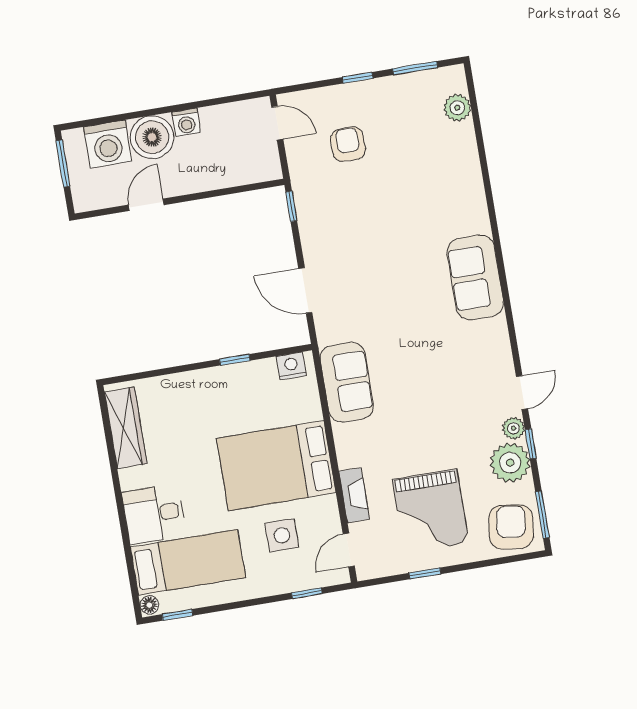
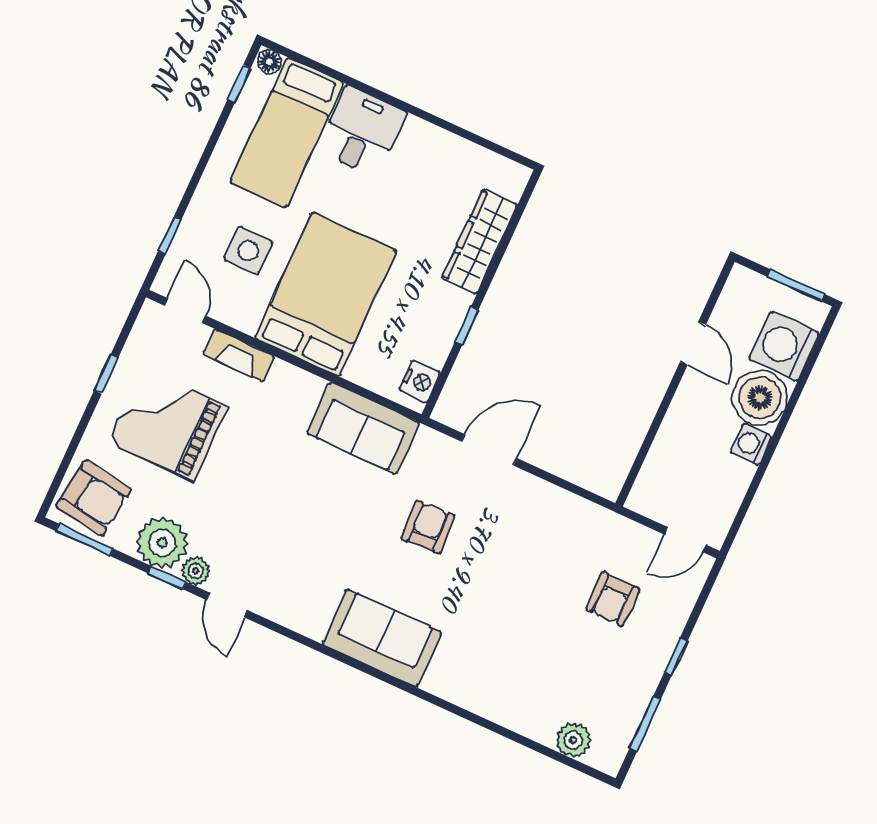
armchair: (348, 144) -> (613, 599), turned 90
window: (291, 206) -> (588, 495), removed
armchair: (383, 296) -> (428, 527), added
wardrobe: (126, 428) -> (480, 241), moved, turned 90

